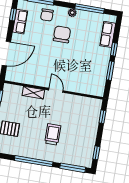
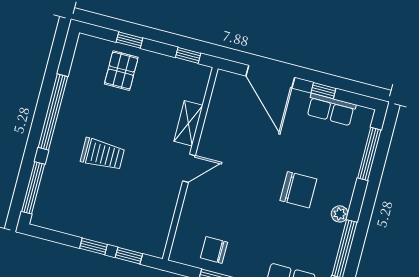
window: (13, 15) -> (323, 91), moved
chair: (47, 15) -> (214, 250), moved
window: (96, 153) -> (94, 246), moved

